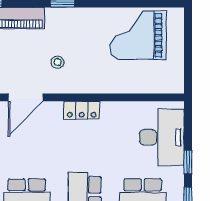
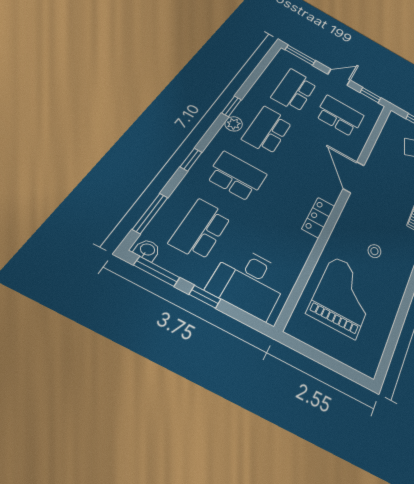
grand piano: (138, 35) -> (344, 296), moved
stool: (58, 62) -> (374, 251), moved

